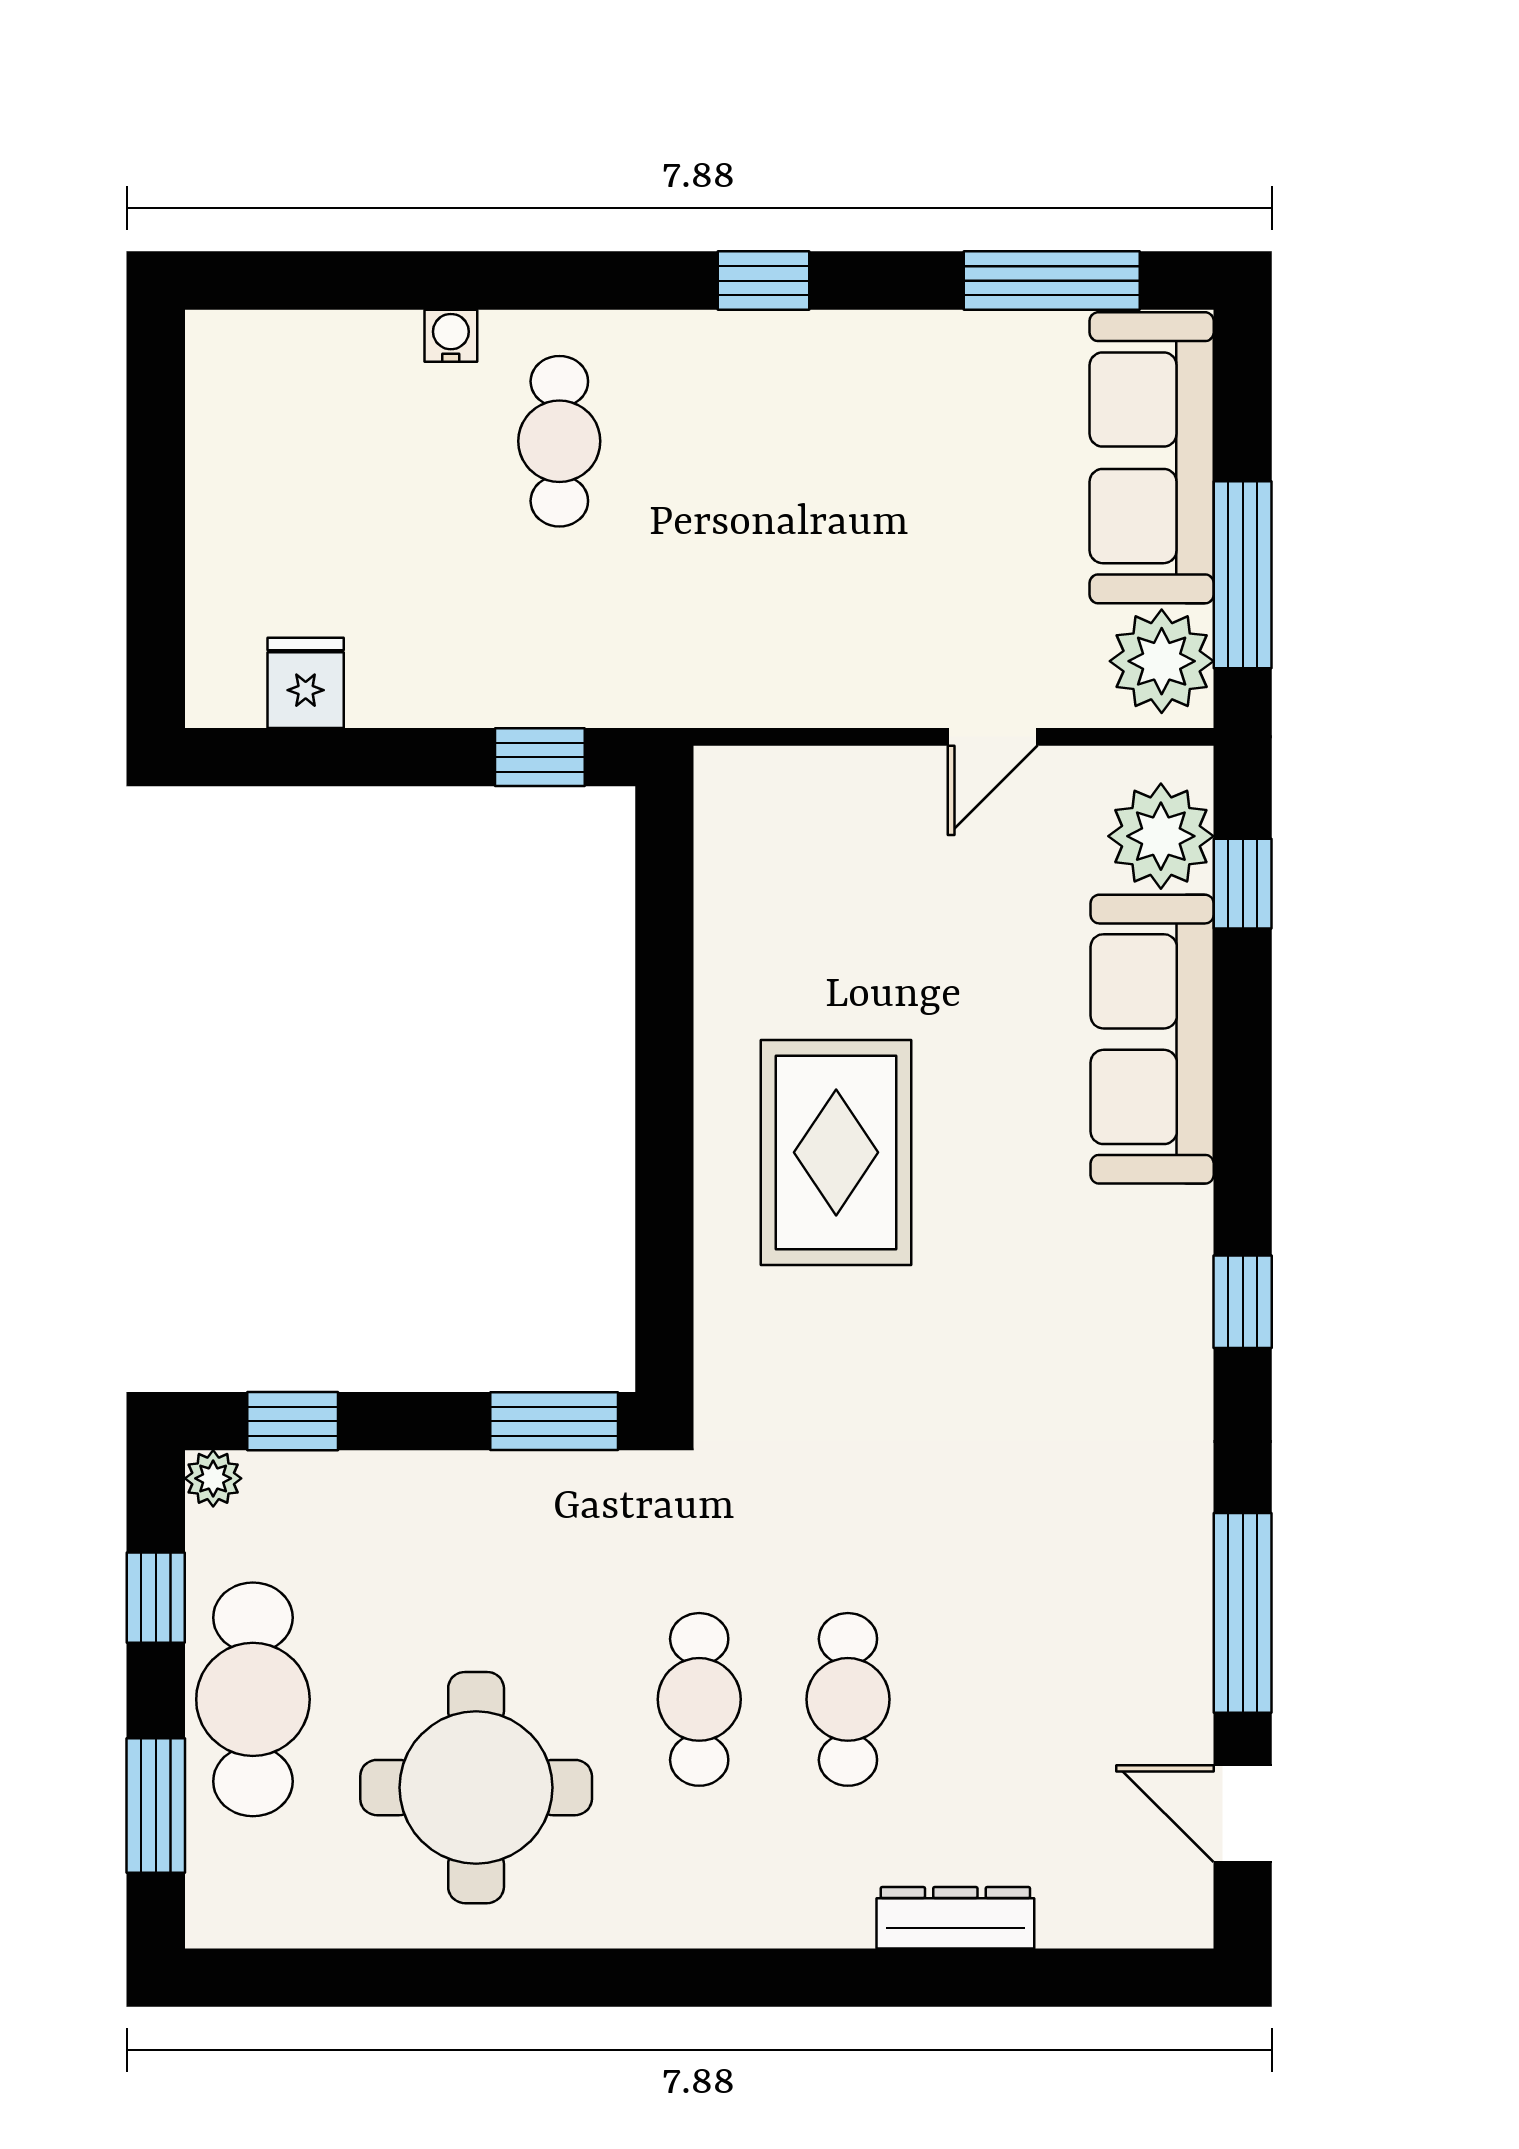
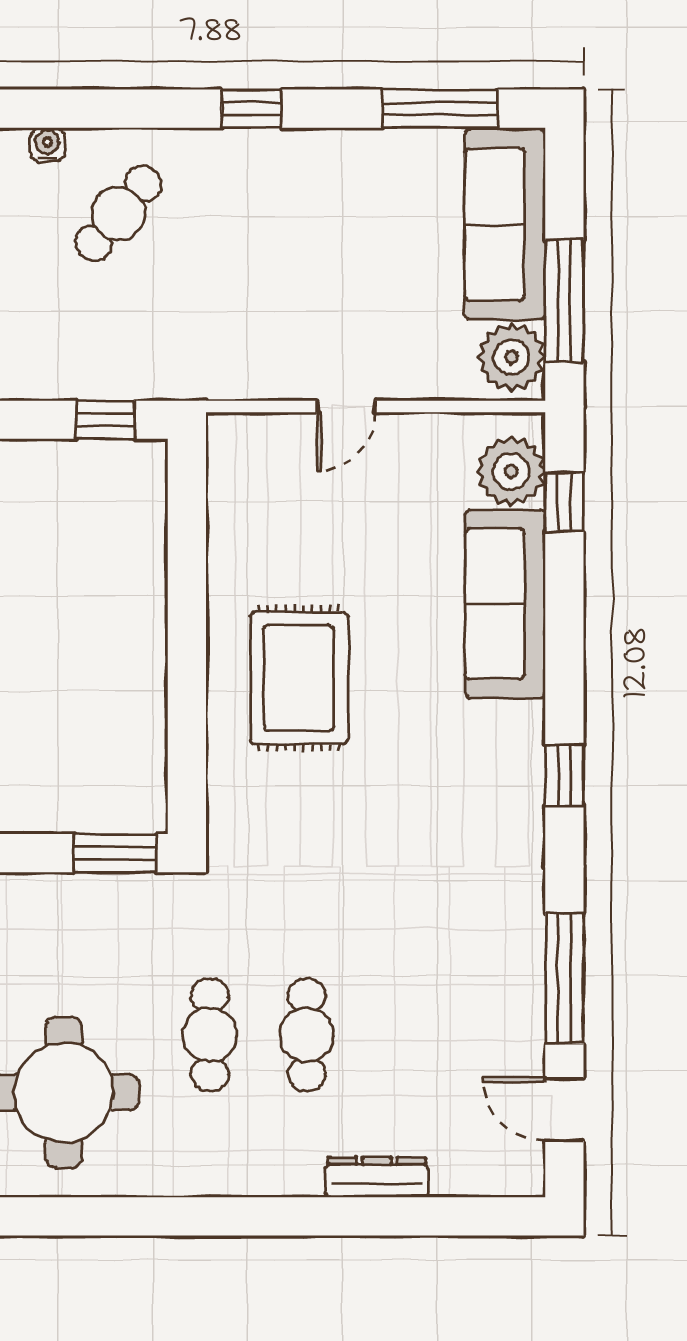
cafe table: (559, 441) -> (118, 214), turned 40
door: (993, 737) -> (346, 406), moved

